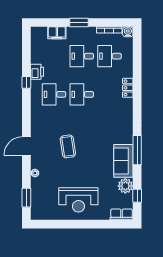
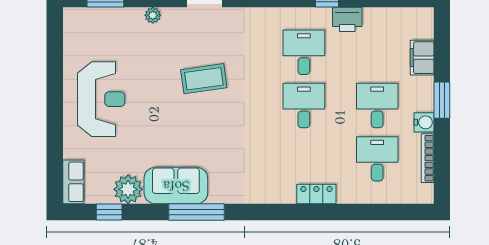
water cooler: (128, 32) -> (424, 122), moved
reception desk: (78, 200) -> (101, 99), turned 180

